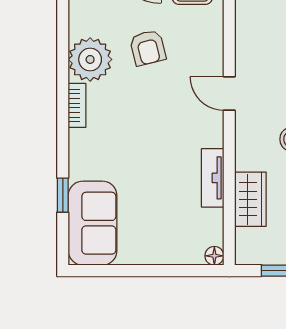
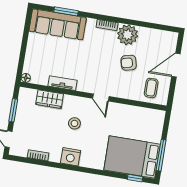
door: (229, 93) -> (101, 97), swing flipped
window: (63, 195) -> (66, 11), width x1.50
sofa: (93, 223) -> (58, 24), width x1.36

